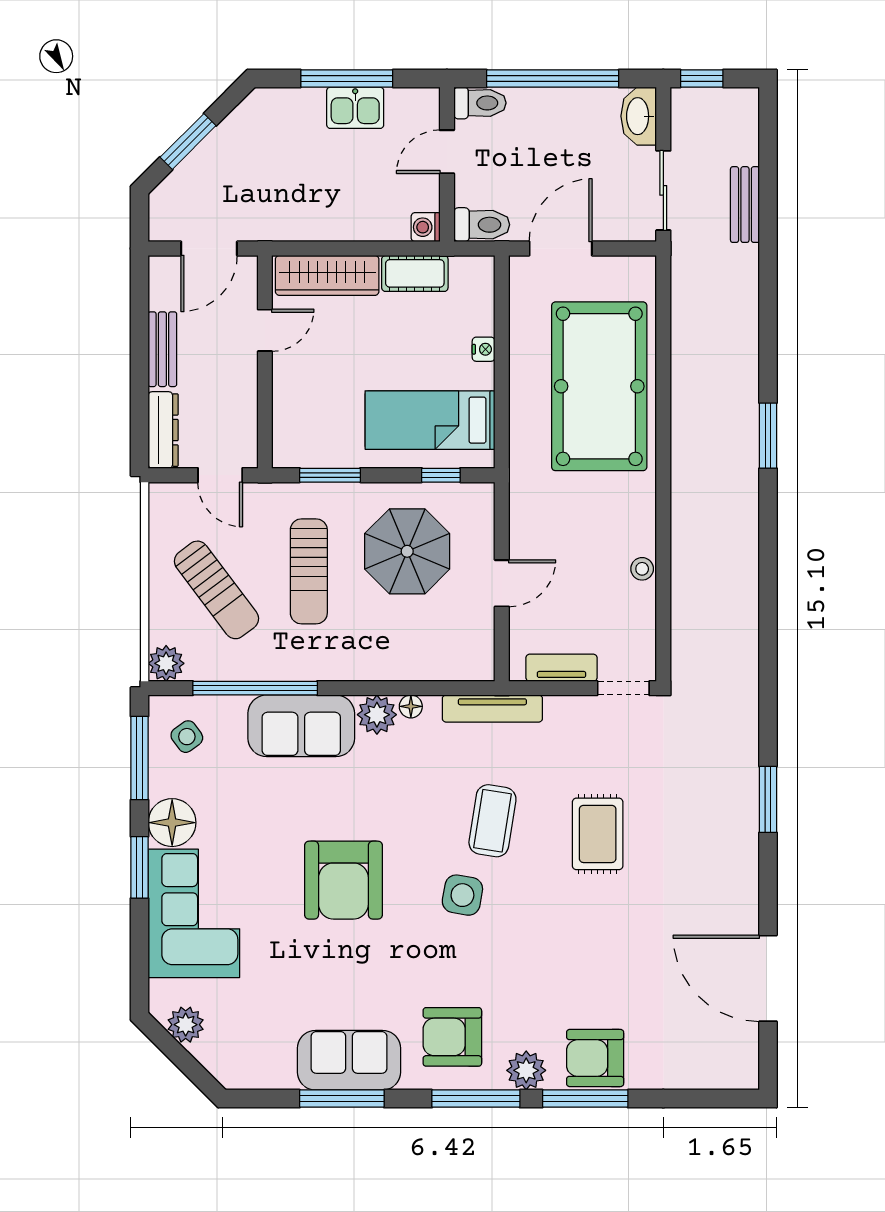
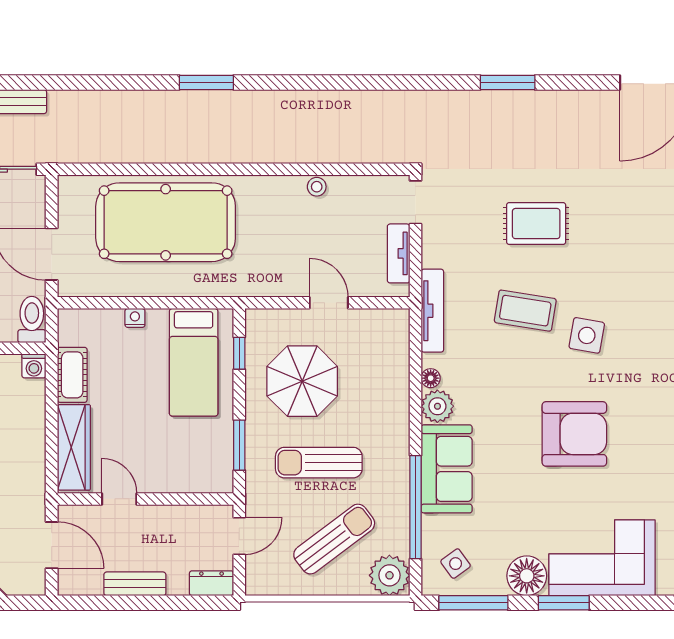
dresser: (163, 430) -> (211, 583), width x0.70
sun lounger: (309, 571) -> (319, 463), turned 180
plant: (166, 663) -> (389, 575), width x1.36, depth x1.36

